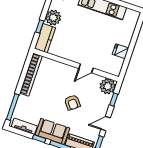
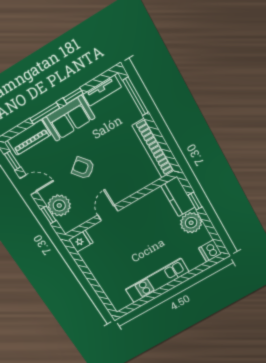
fridge: (120, 51) -> (81, 241), moved
plant: (108, 86) -> (59, 205), moved
door: (106, 124) -> (28, 185), hinge flipped

